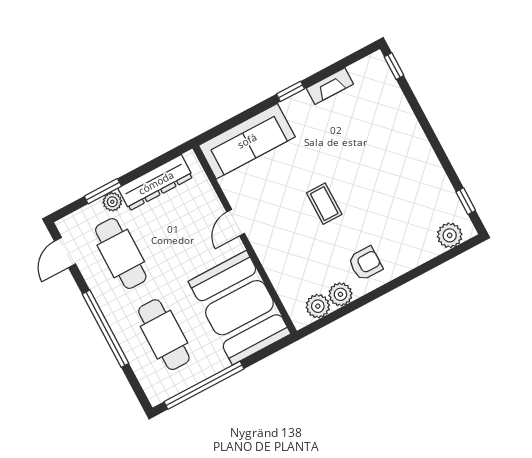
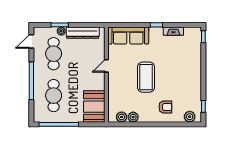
coffee table: (324, 204) -> (146, 77), width x1.86, depth x1.72
armchair: (365, 263) -> (165, 107), moved
booth: (239, 308) -> (94, 107), width x0.73, depth x0.70

